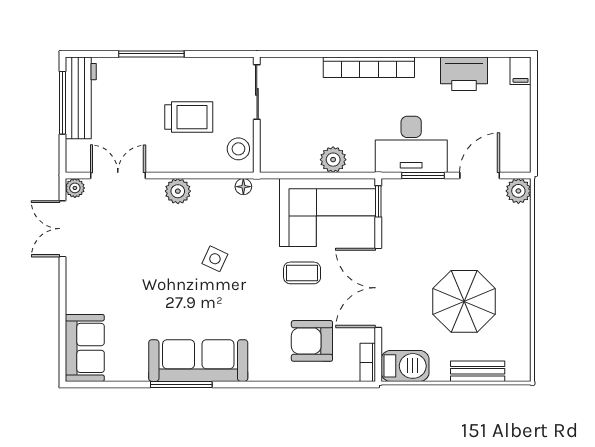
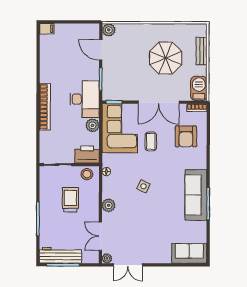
printer: (464, 74) -> (87, 154), moved, turned -90
desk: (411, 144) -> (85, 99), moved

